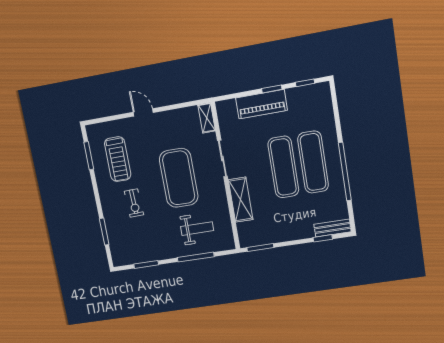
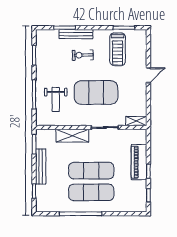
treadmill: (118, 159) -> (118, 49), turned -90
bench: (109, 216) -> (76, 34), added
bench: (332, 228) -> (41, 167), moved, width x1.36

